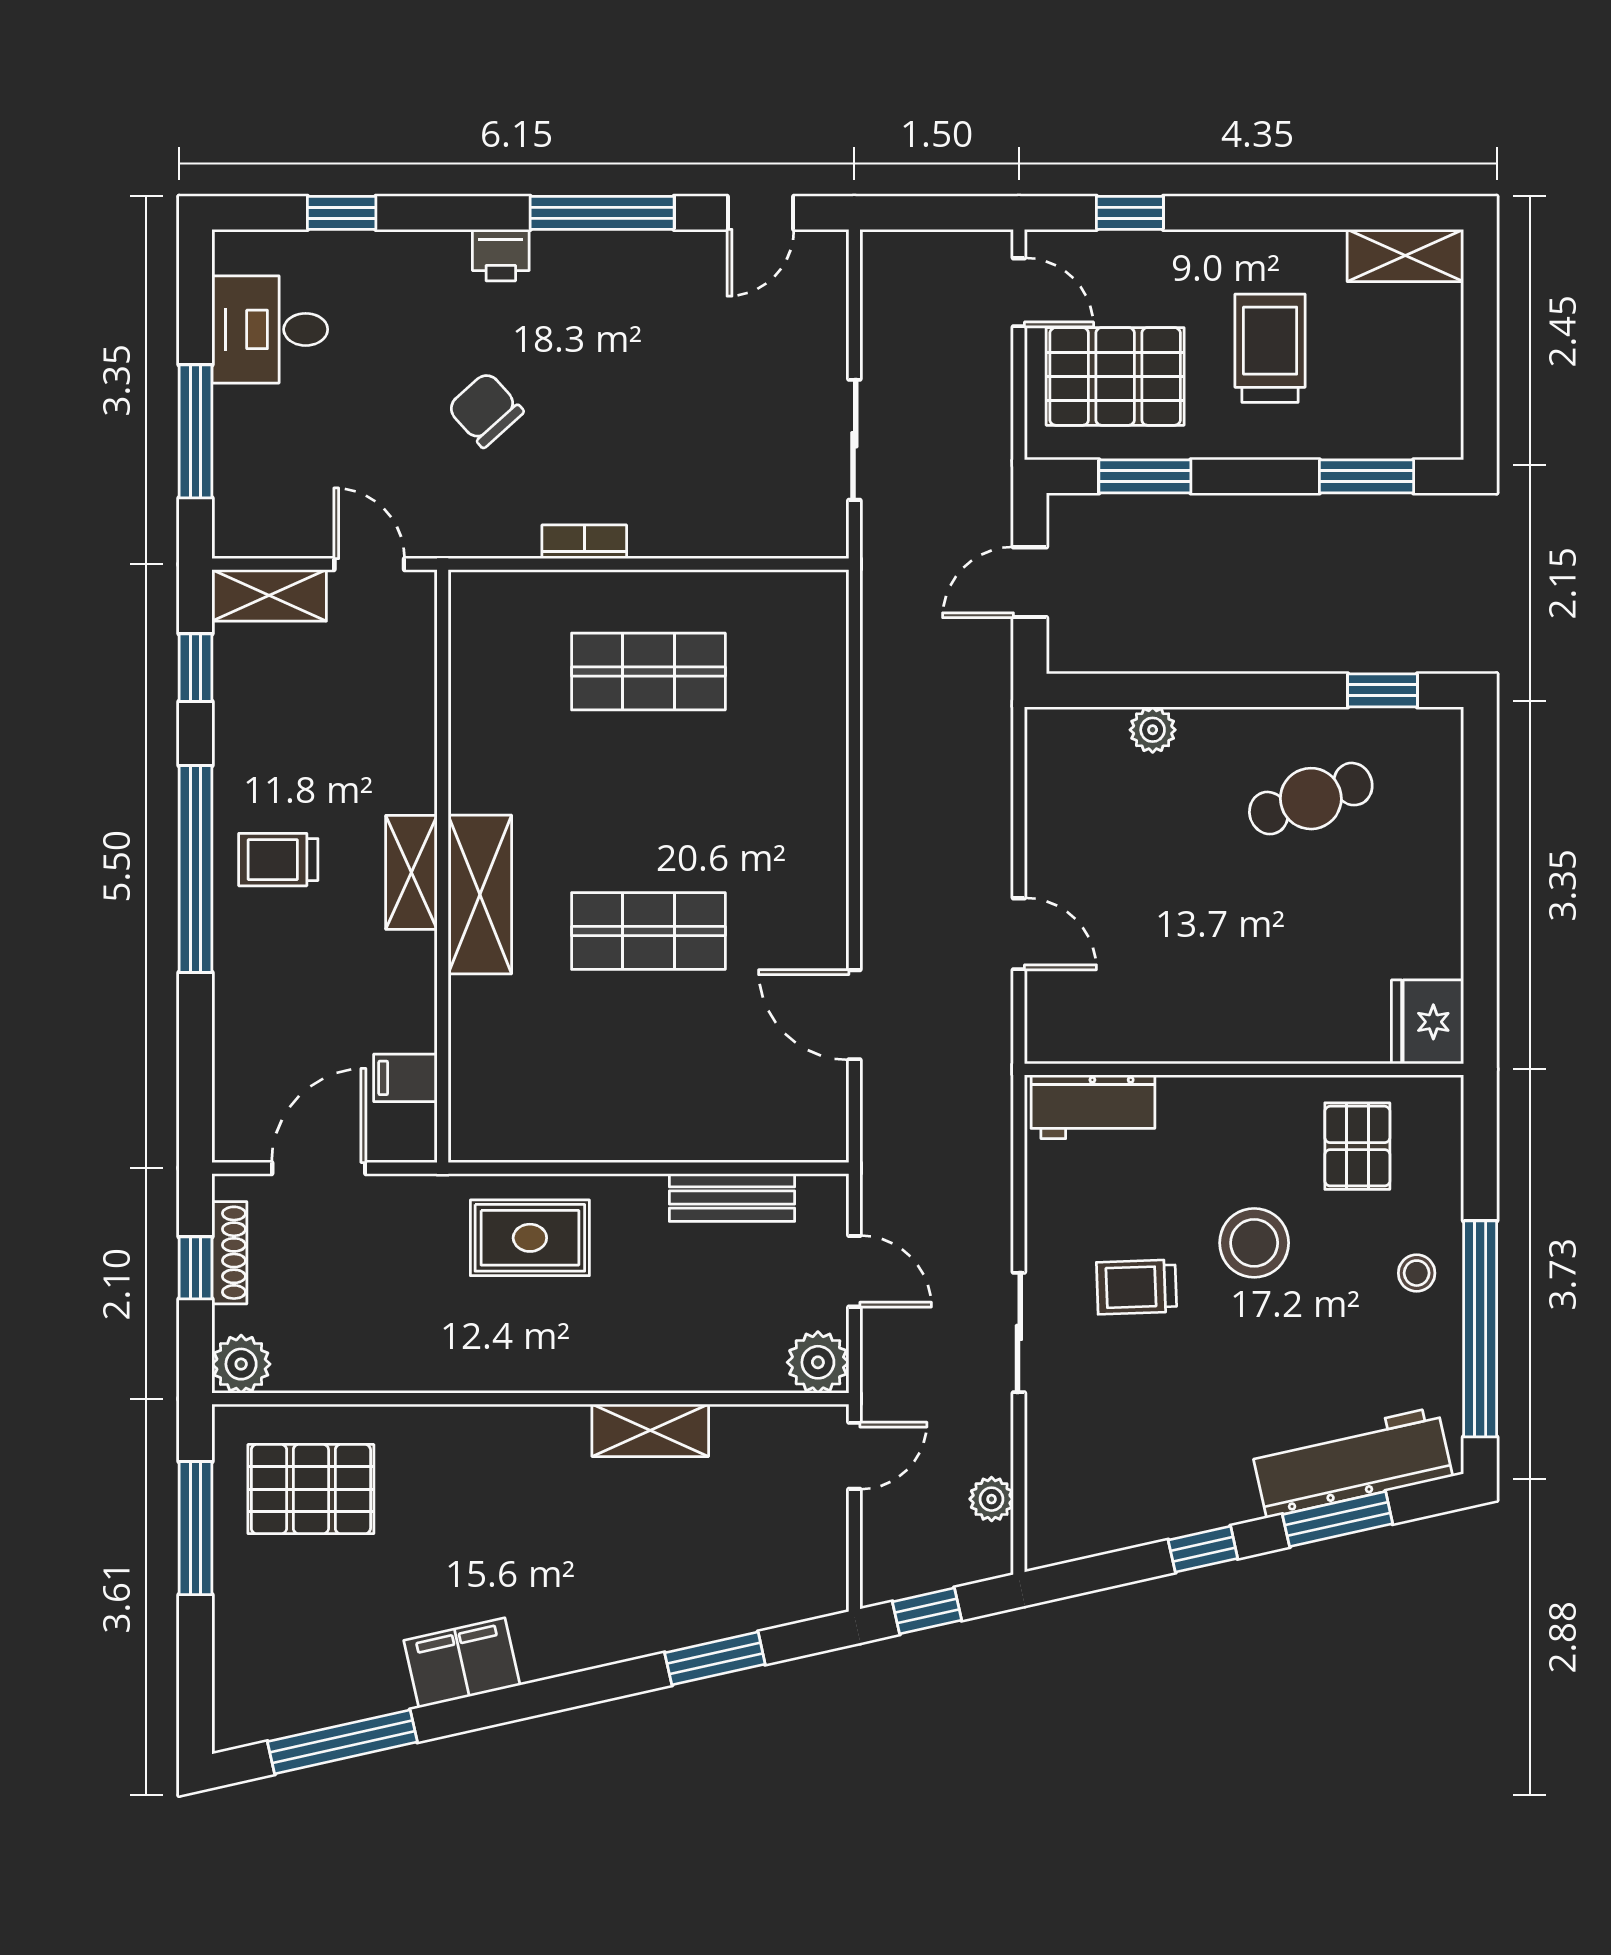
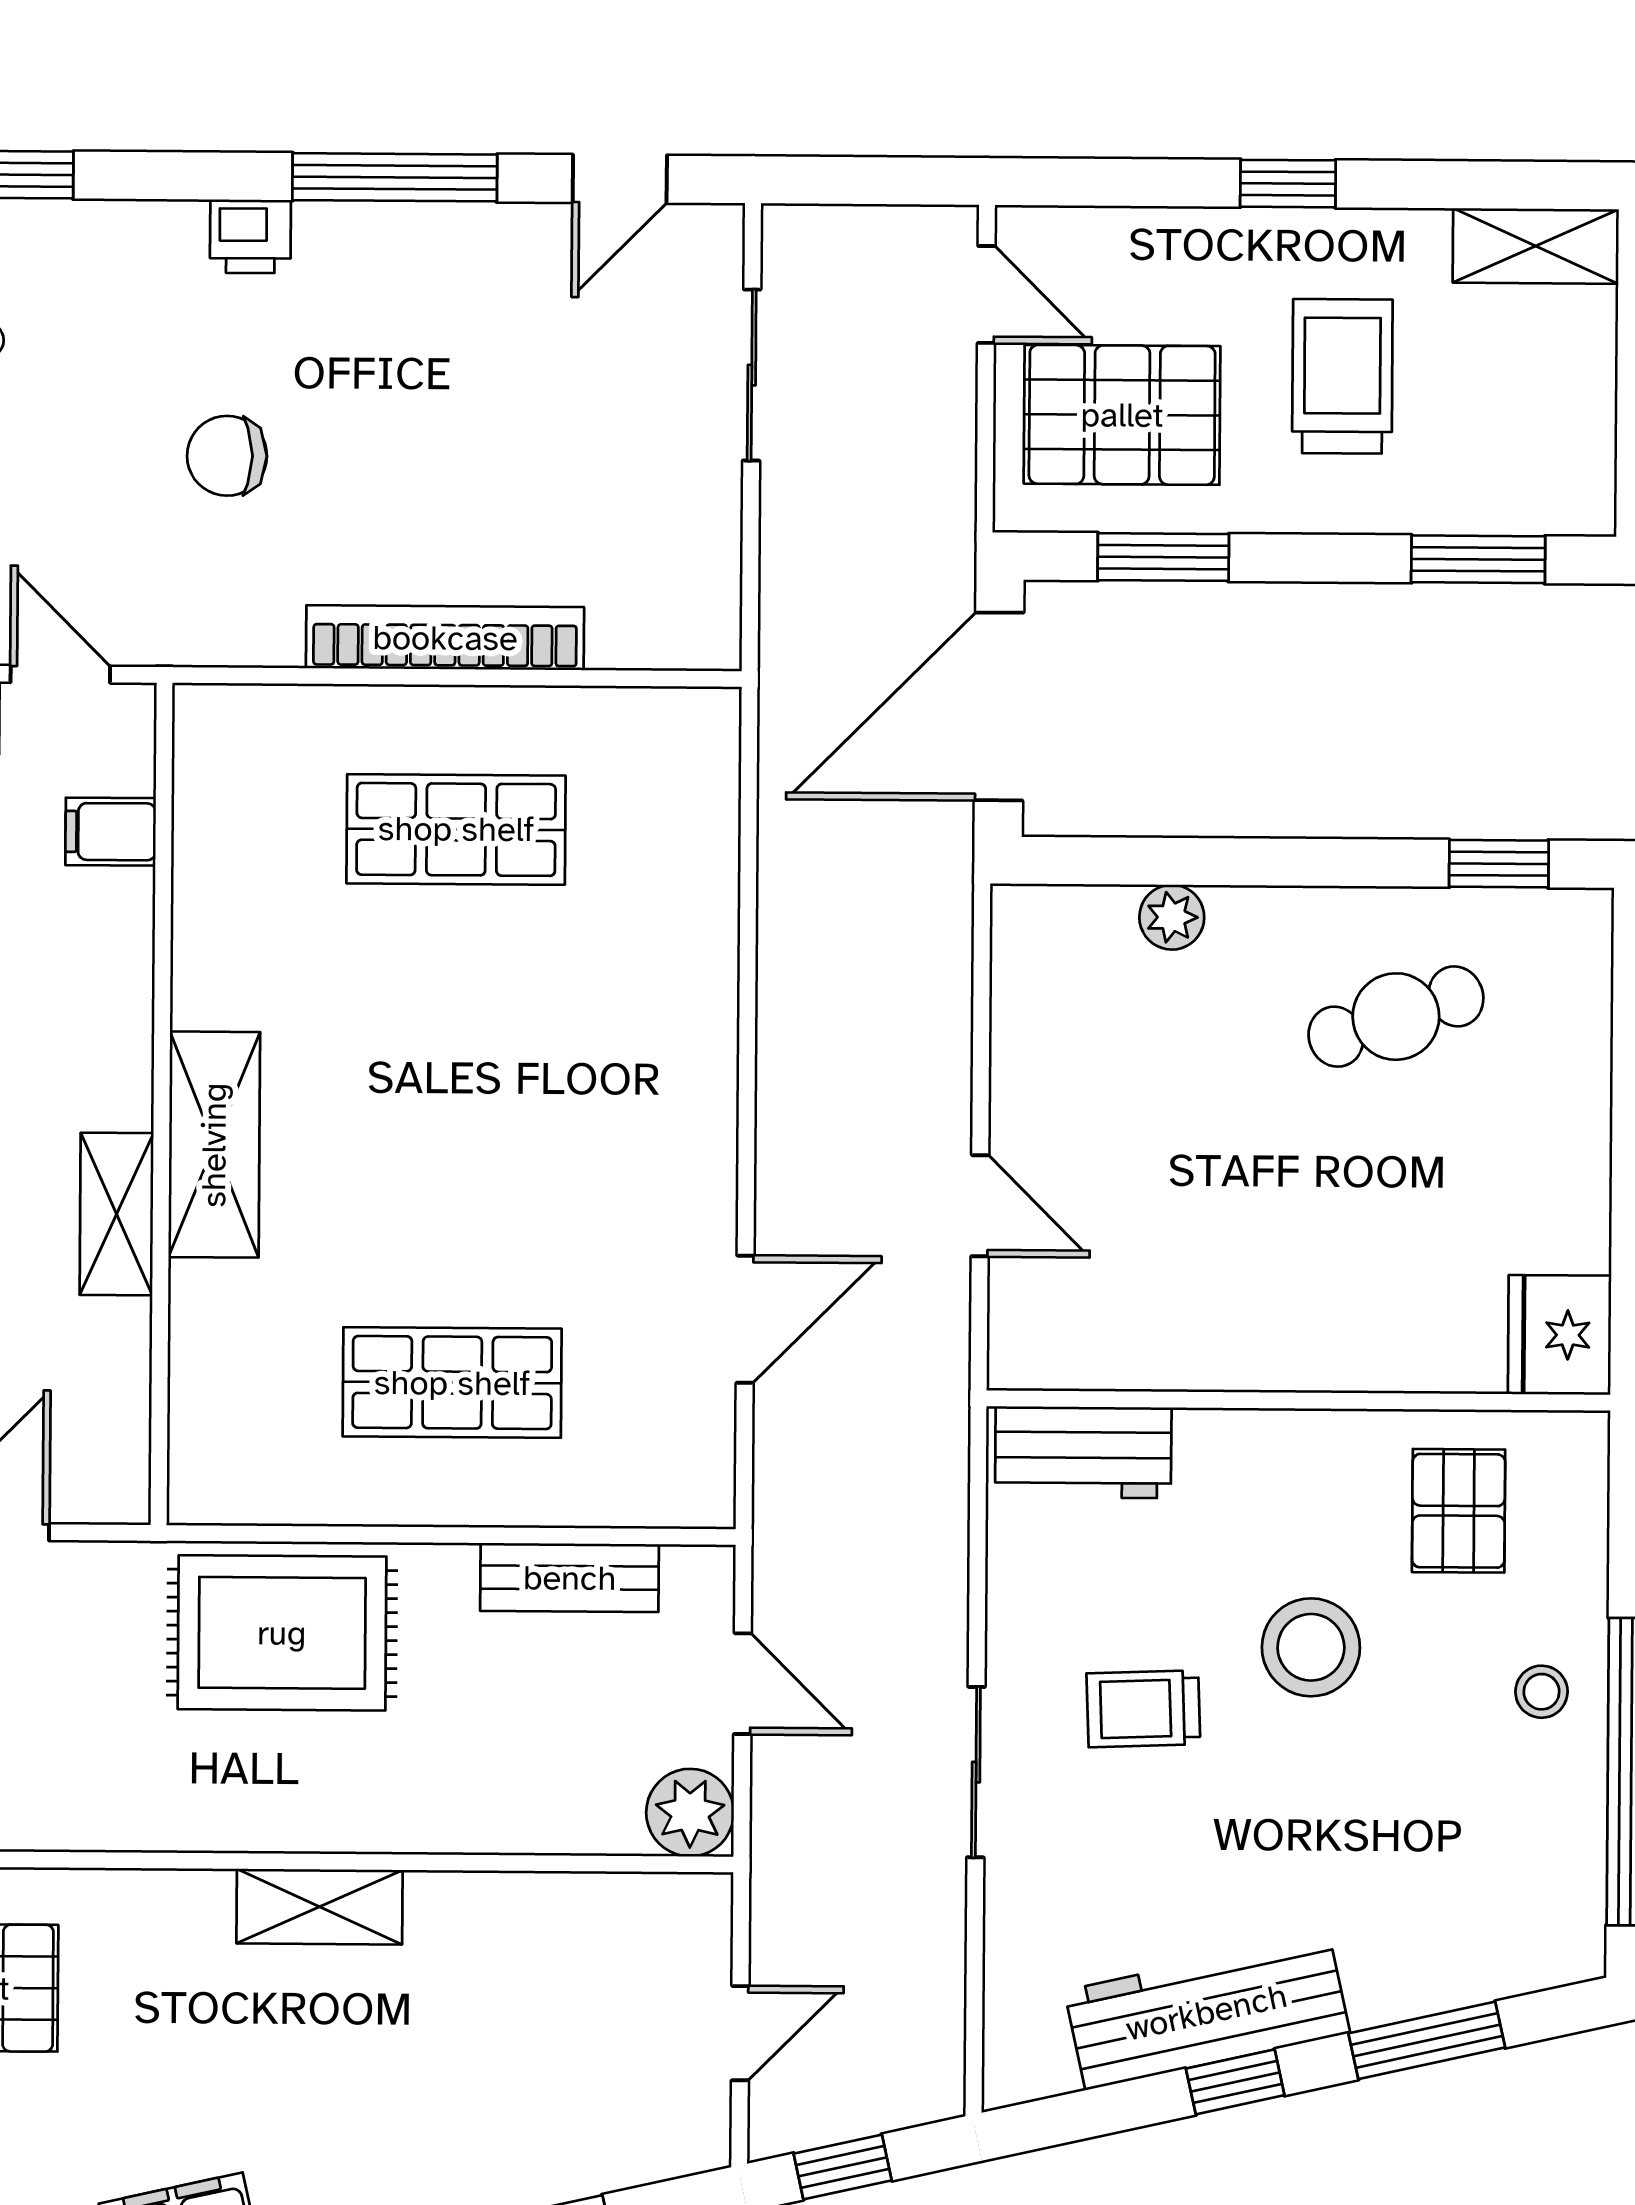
window: (1130, 213) -> (1288, 184), moved
chair: (485, 410) -> (227, 456), turned -48
sliding door: (854, 440) -> (752, 375), moved
bookcase: (584, 542) -> (445, 638), width x2.31, depth x1.31
door: (1030, 582) -> (999, 706), width x1.87
shelving: (411, 872) -> (117, 1214), moved
shop shelf: (648, 931) -> (452, 1383), moved
door: (854, 1015) -> (745, 1319), swing flipped
filing cabinet: (405, 1078) -> (111, 832), moved
rug: (530, 1238) -> (282, 1633), width x1.36, depth x1.43
shelving: (650, 1430) -> (319, 1907), moved
door: (854, 1456) -> (740, 2033), moved
workbench: (1352, 1462) -> (1207, 2012), moved
plant: (992, 1499) -> (935, 2009), removed

